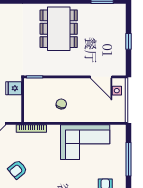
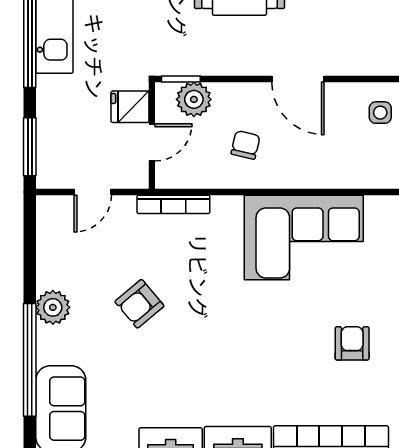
door: (101, 77) -> (298, 79), moved
plant: (40, 85) -> (194, 99), added
door: (23, 103) -> (152, 142), added

